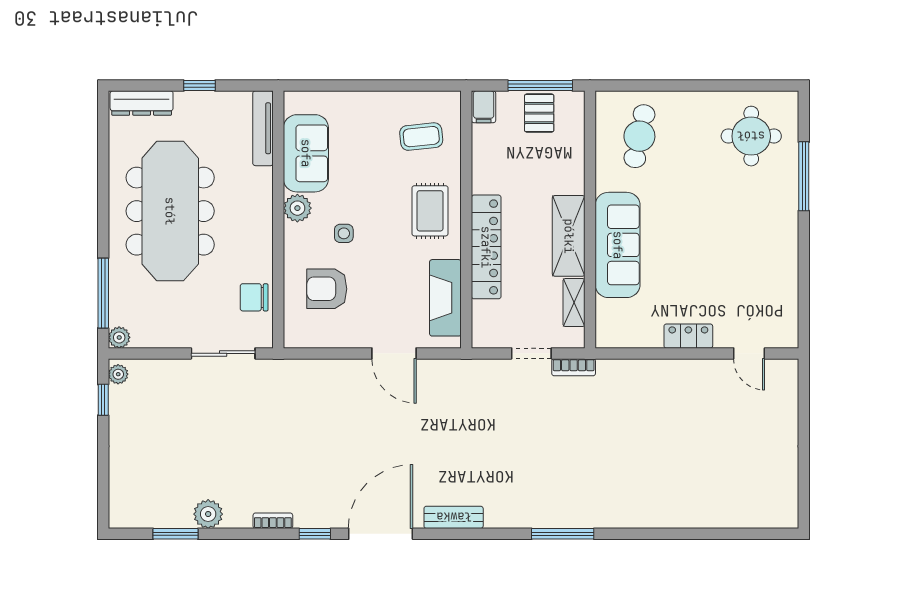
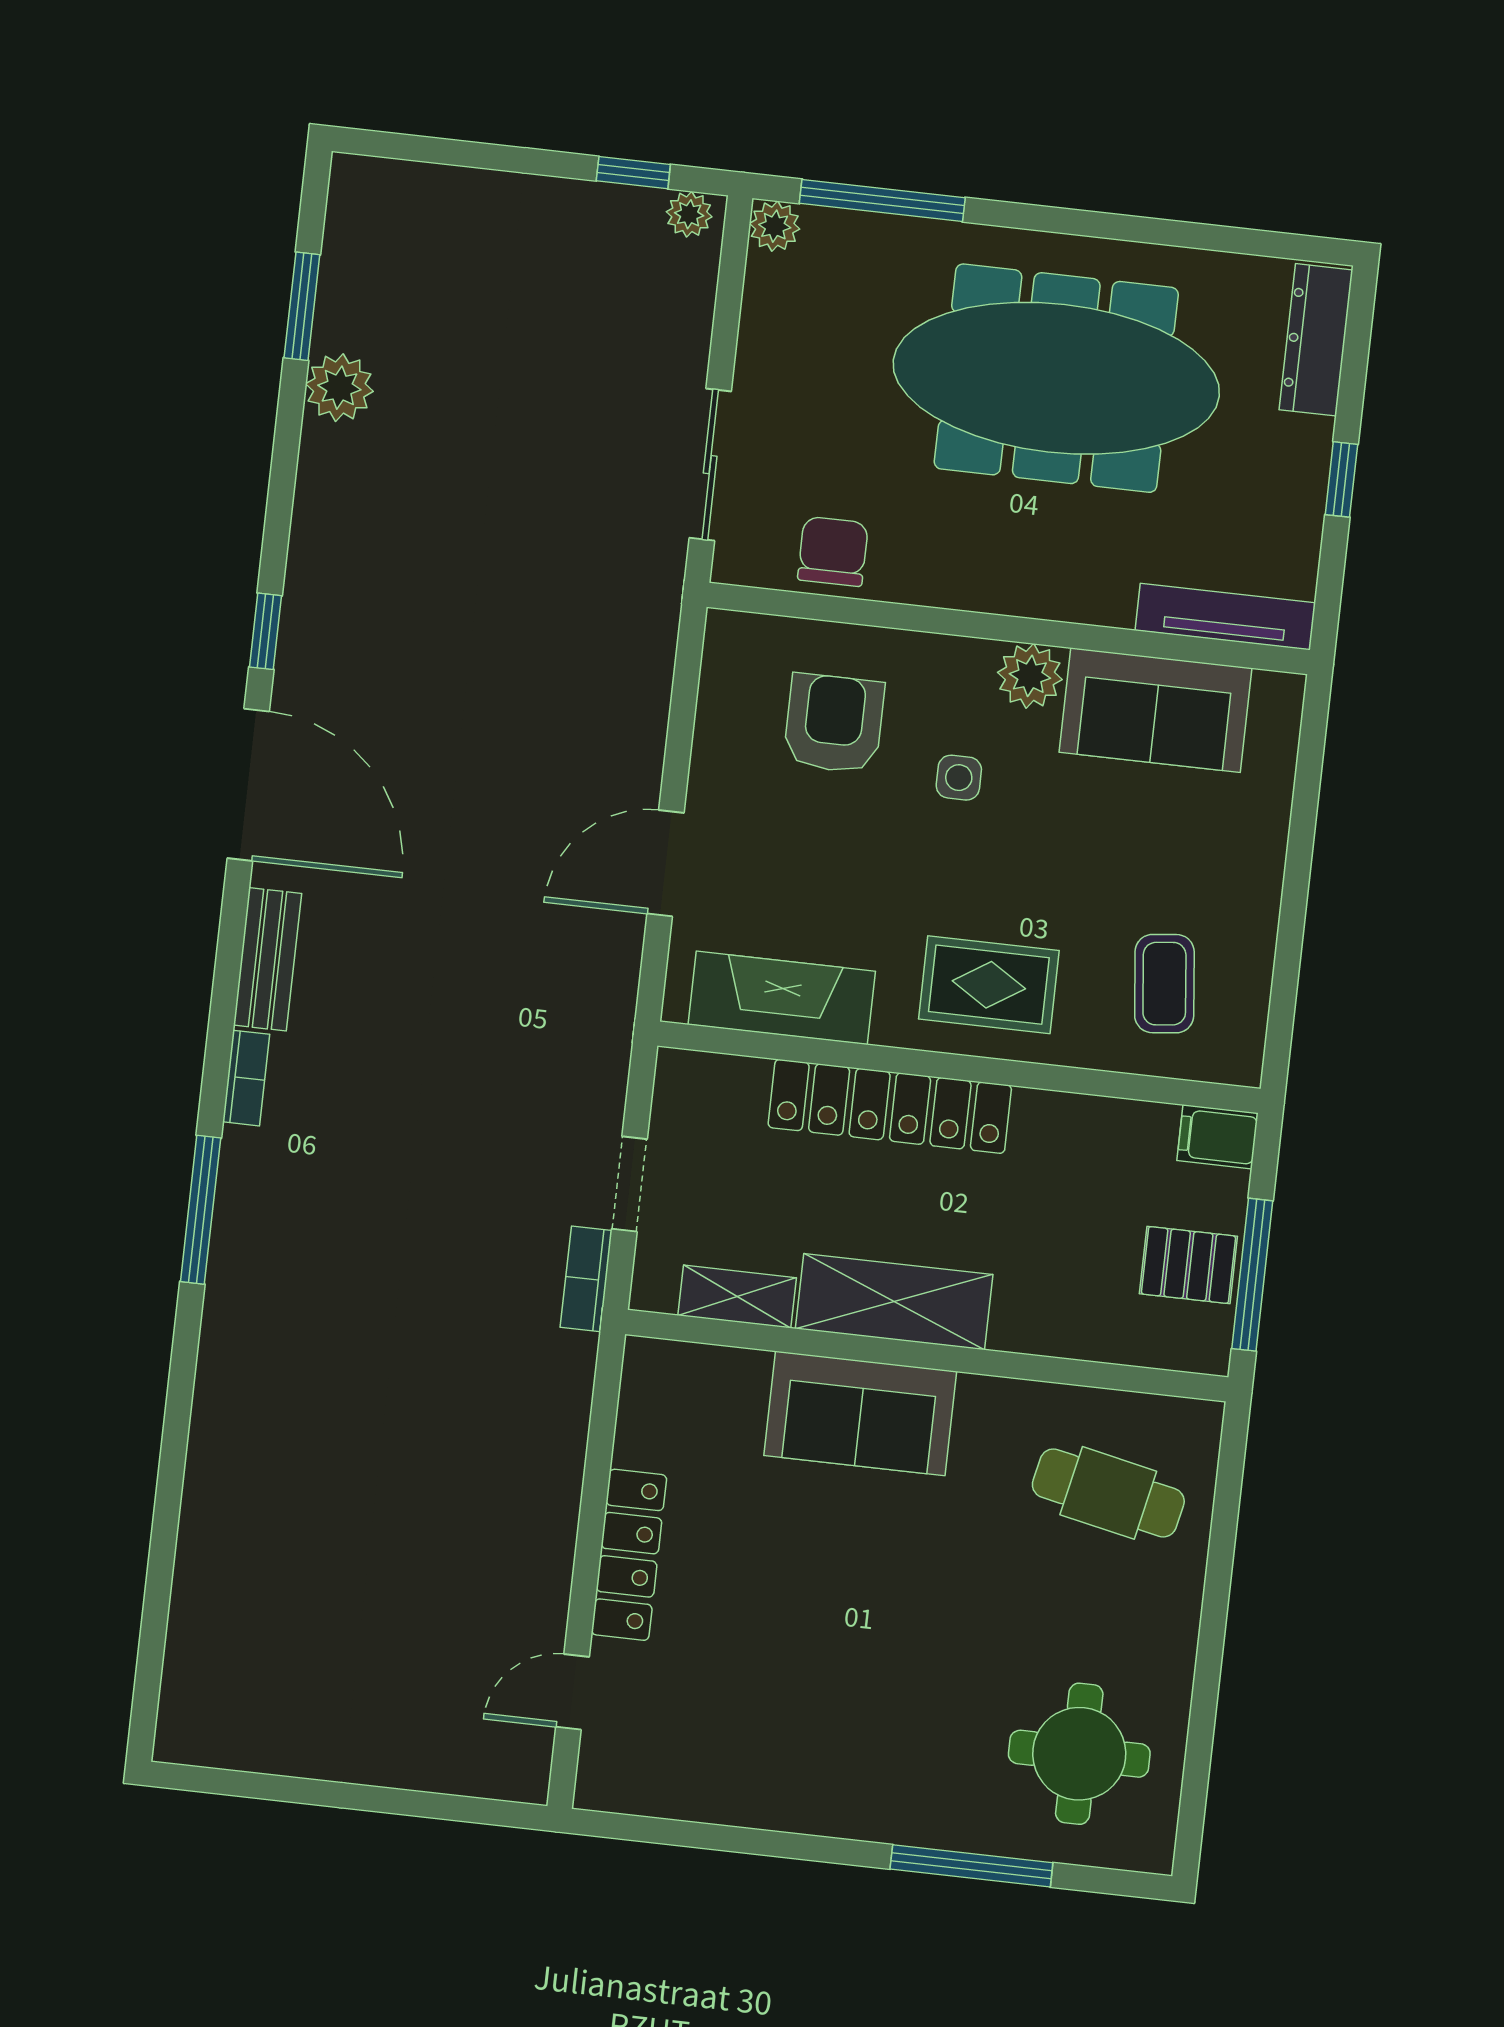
sofa: (618, 245) -> (860, 1413), width x0.73
locker: (688, 336) -> (629, 1555), width x1.53
bookcase: (273, 521) -> (246, 1078), moved

